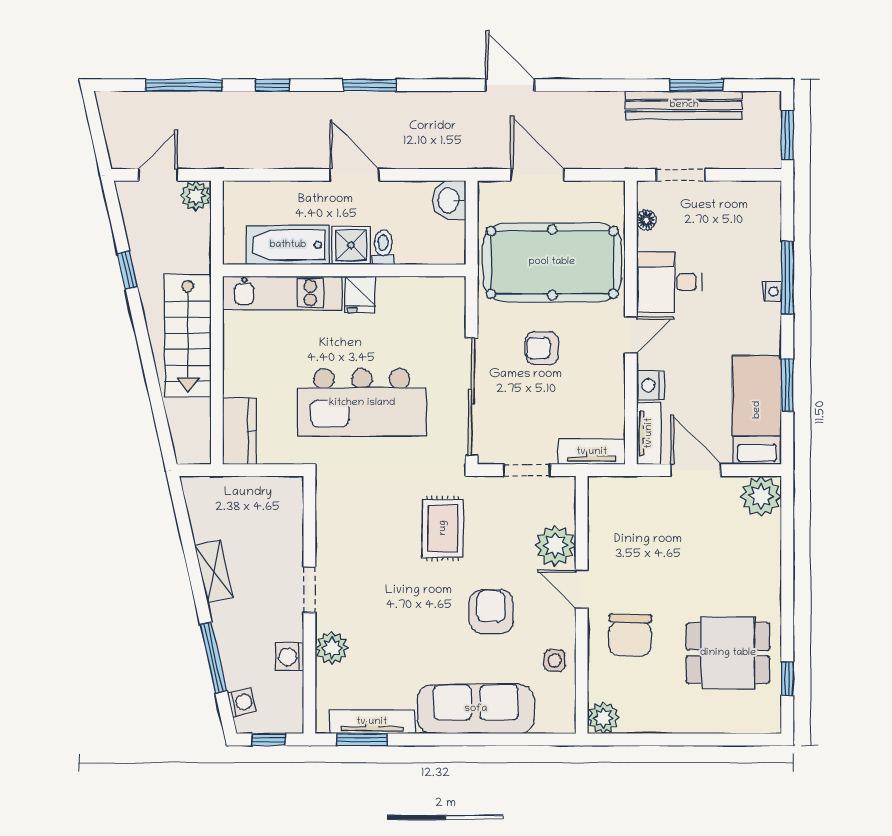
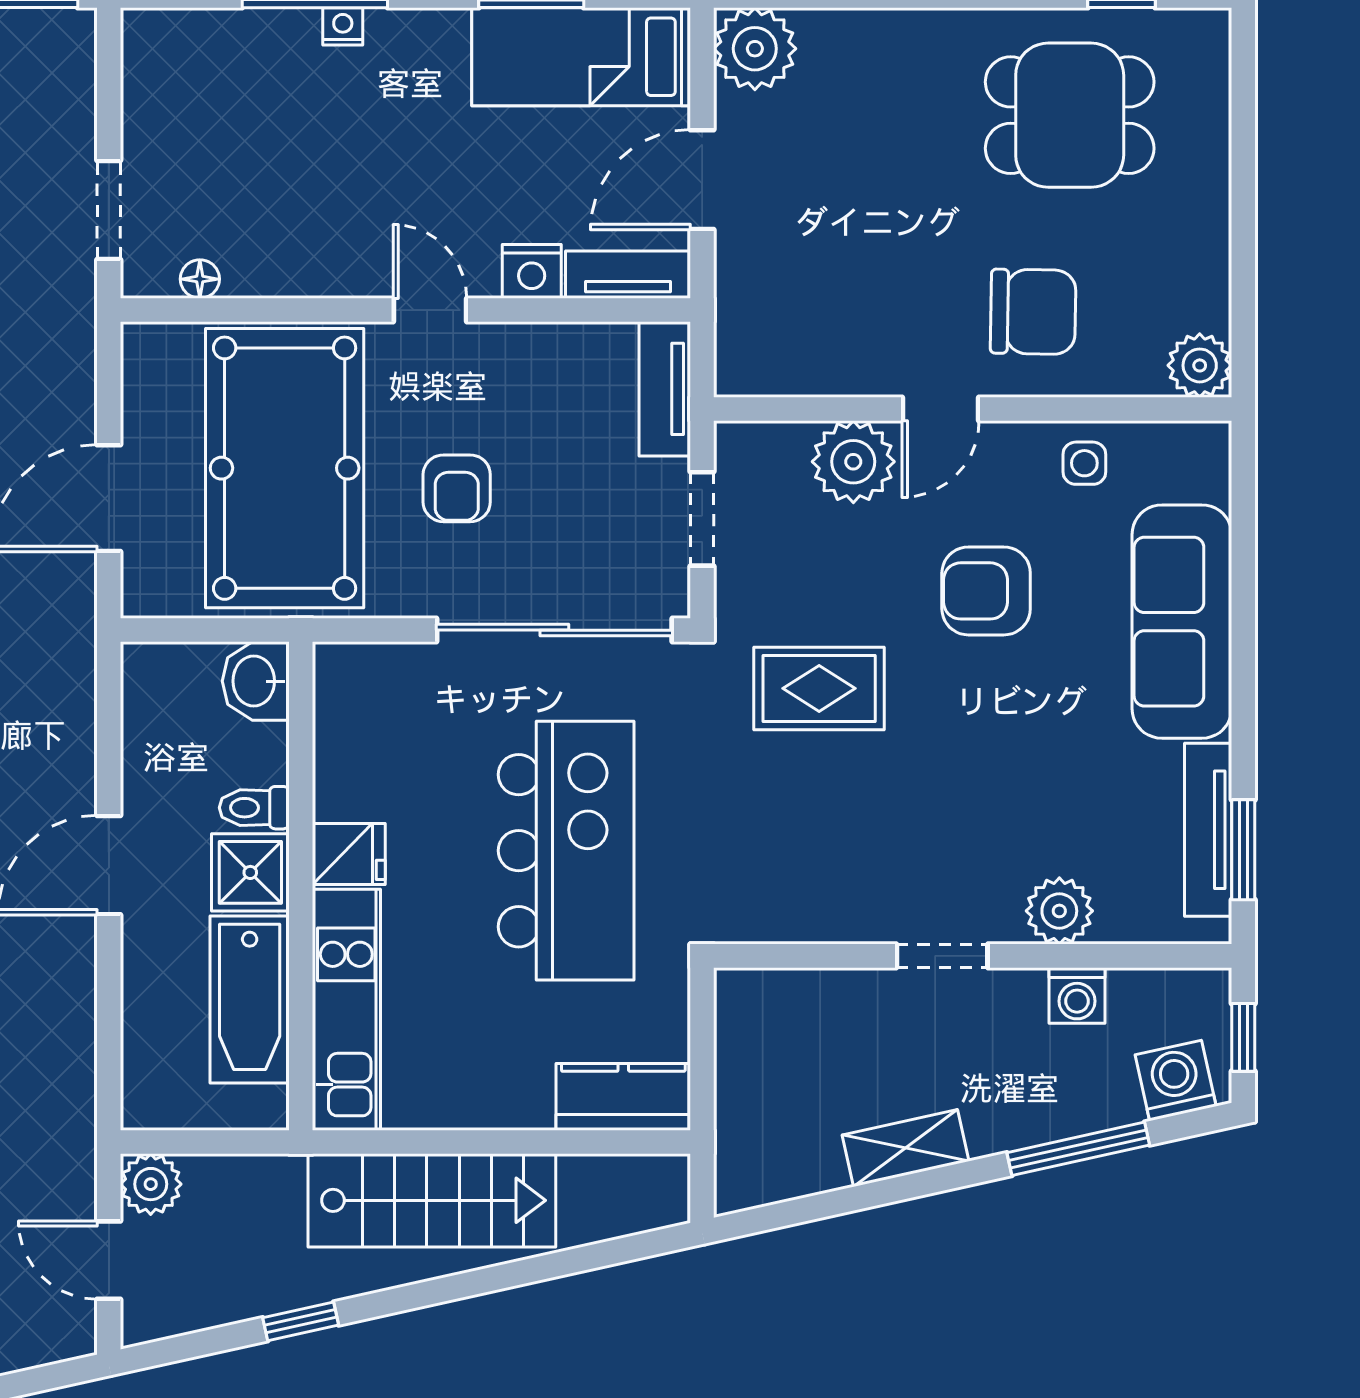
washbasin: (449, 200) -> (256, 681), moved, turned 90
desk: (669, 282) -> (324, 233), removed
dining table: (728, 653) -> (1070, 115), turned 90
washing machine: (242, 702) -> (1176, 1081), width x1.38, depth x1.38

